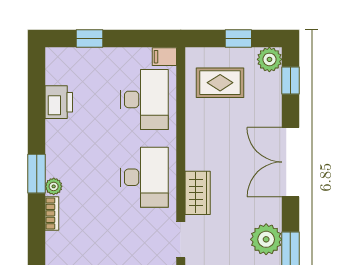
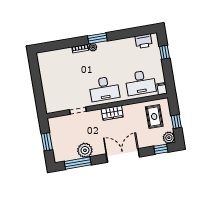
printer: (59, 102) -> (144, 41), moved
wardrobe: (198, 193) -> (112, 113), moved

